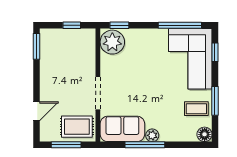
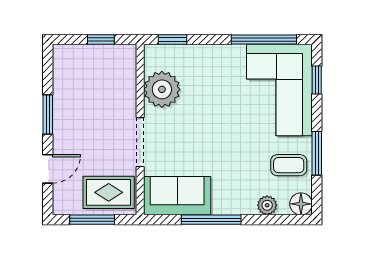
plant: (112, 42) -> (162, 89), moved
window: (37, 46) -> (48, 115), moved
plant: (152, 135) -> (267, 205), moved

